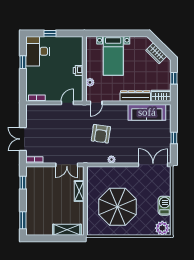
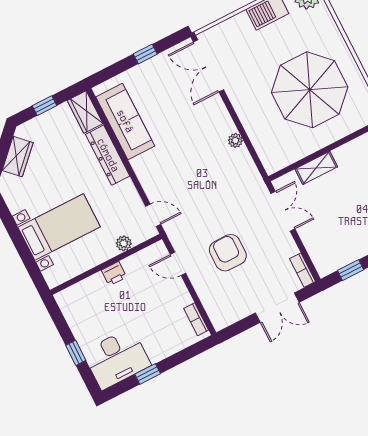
armchair: (101, 134) -> (228, 253), moved, turned -98

